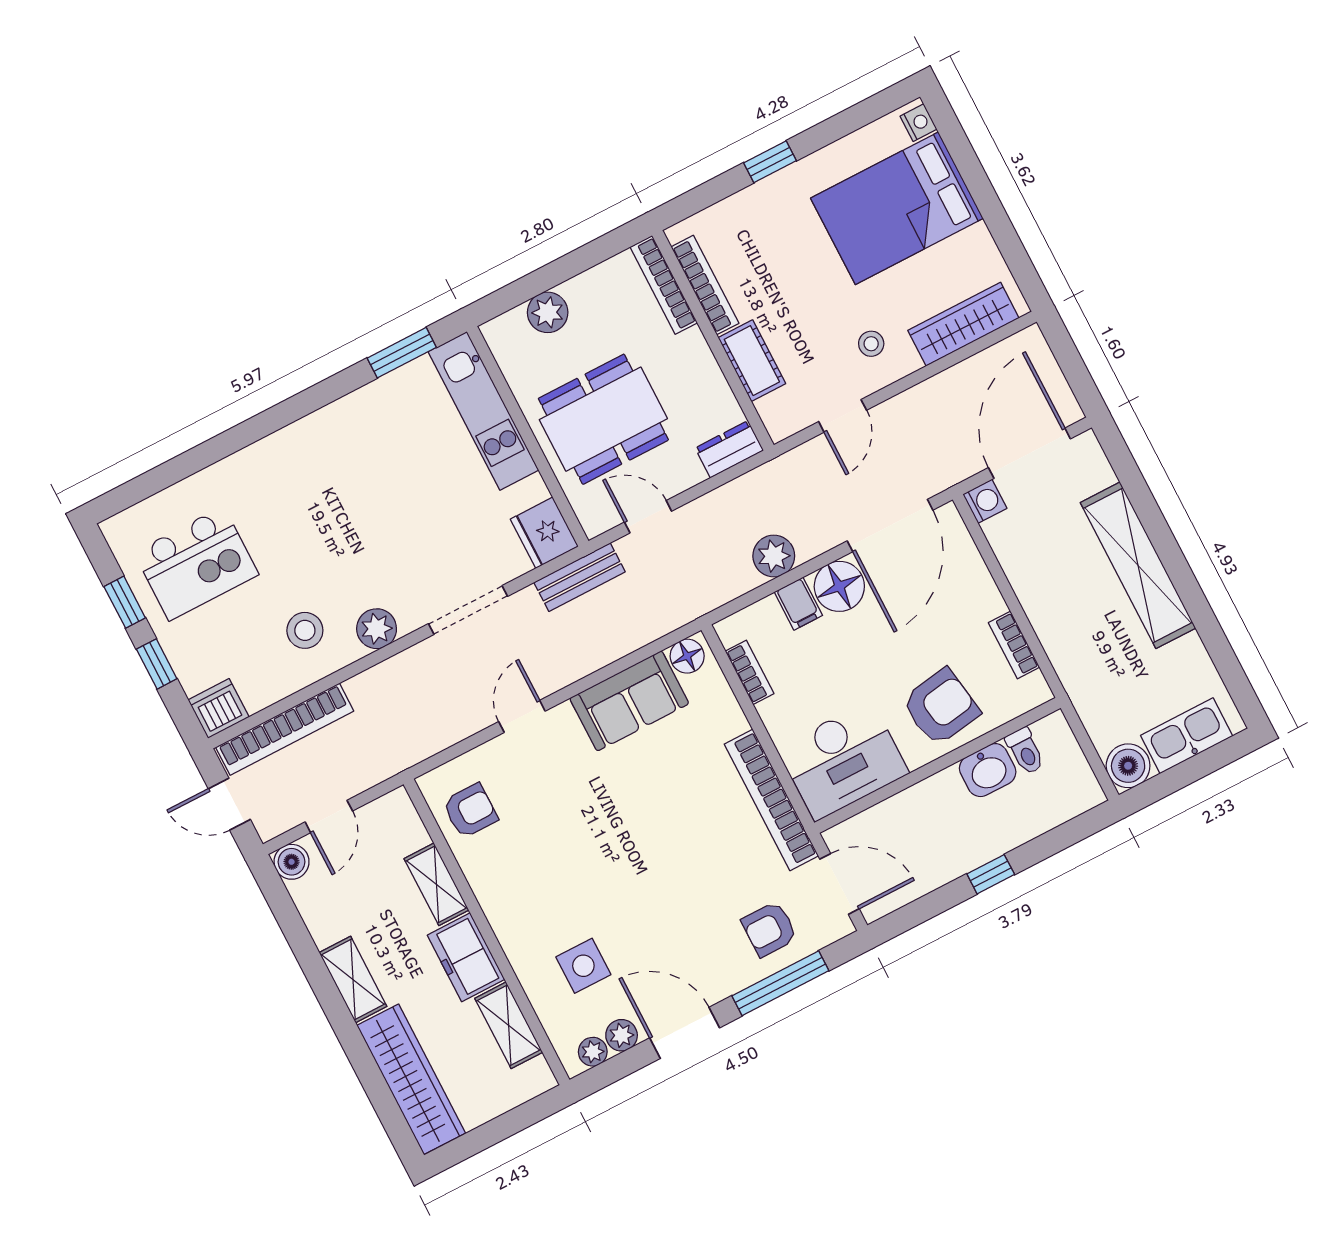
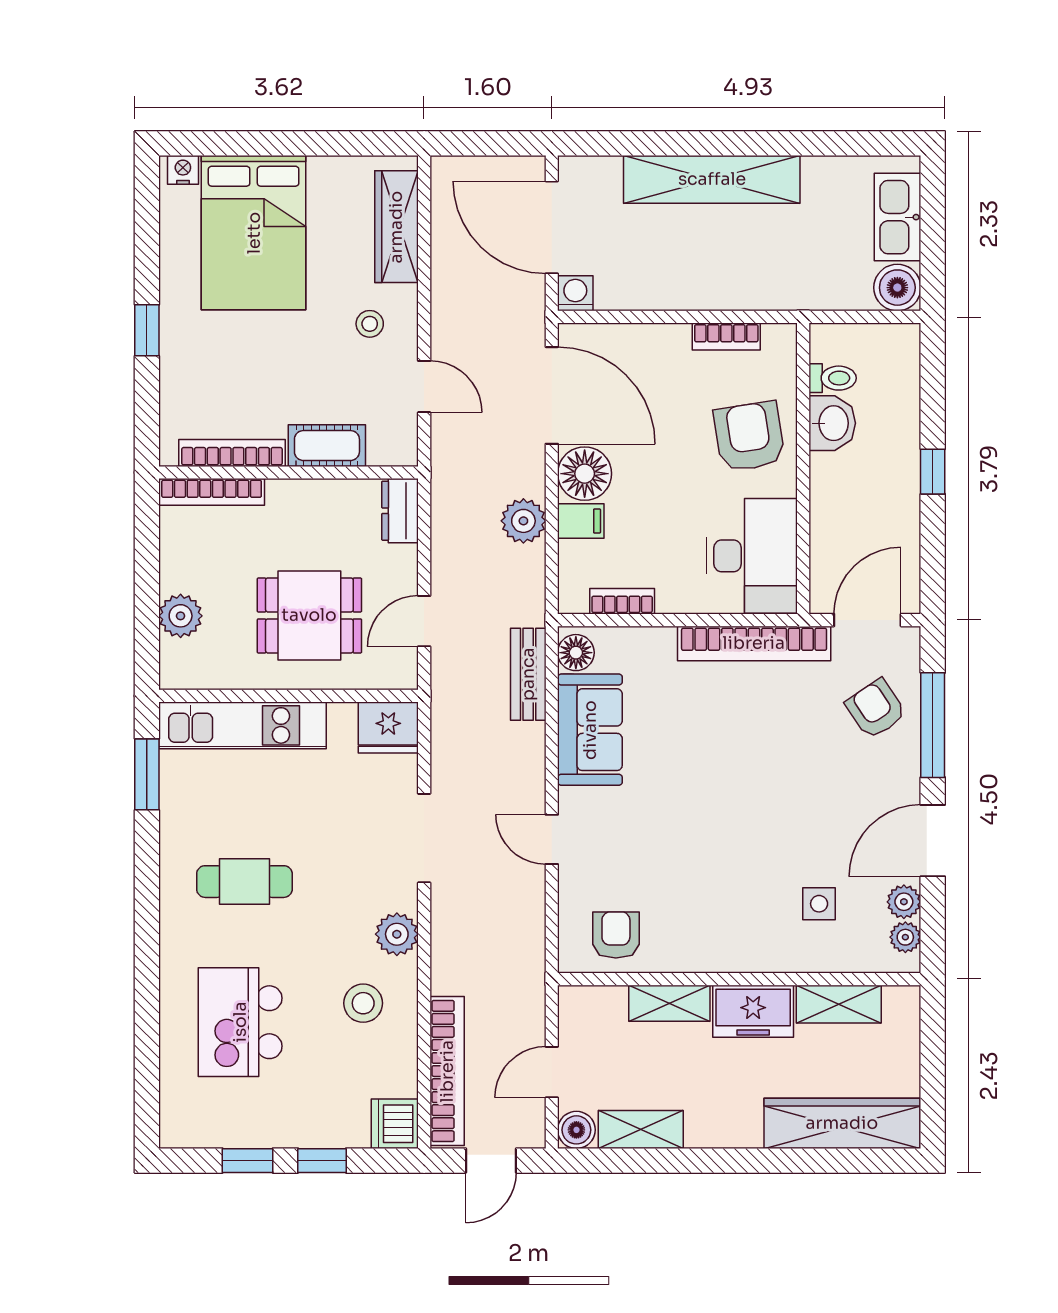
dining table: (603, 419) -> (309, 615), width x0.73
cafe table: (355, 480) -> (244, 882), added
kitchen island: (196, 564) -> (240, 1022), moved, turned 180
bench: (579, 577) -> (528, 674), moved
door: (329, 816) -> (552, 1072), swing flipped
armchair: (769, 929) -> (876, 709), turned 146
side table: (583, 966) -> (819, 904), width x0.73, depth x0.73
shelving: (353, 979) -> (641, 1130), moved

